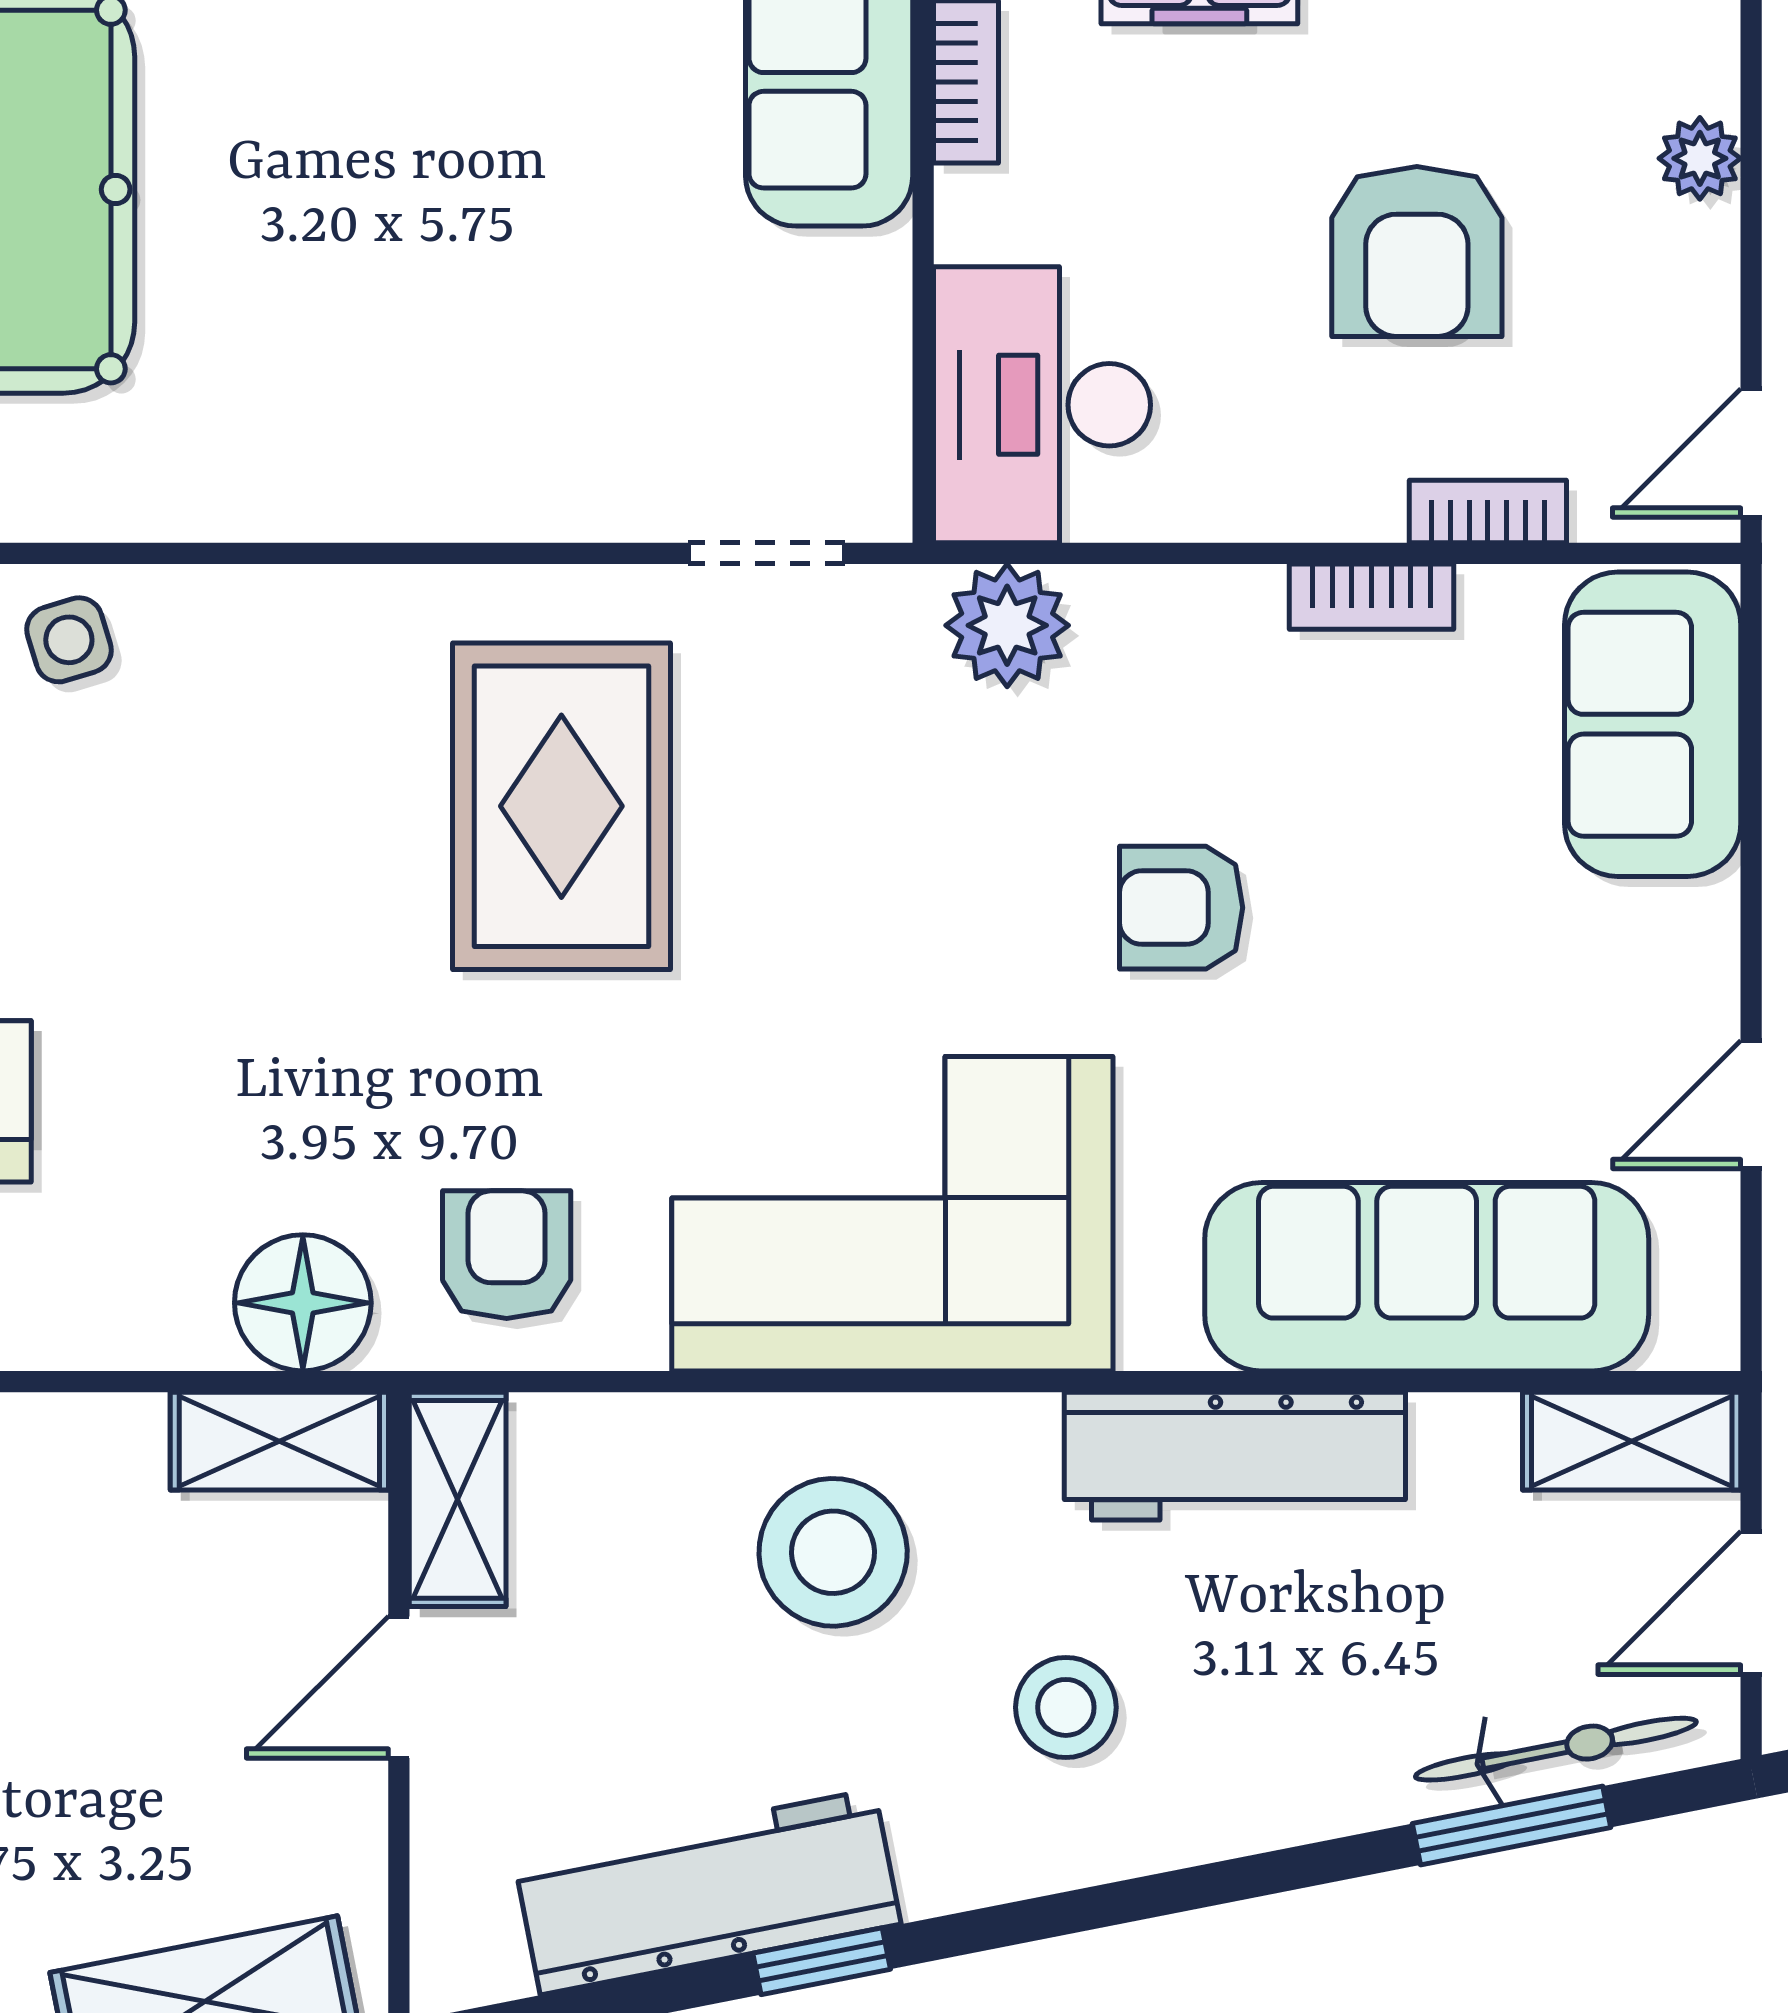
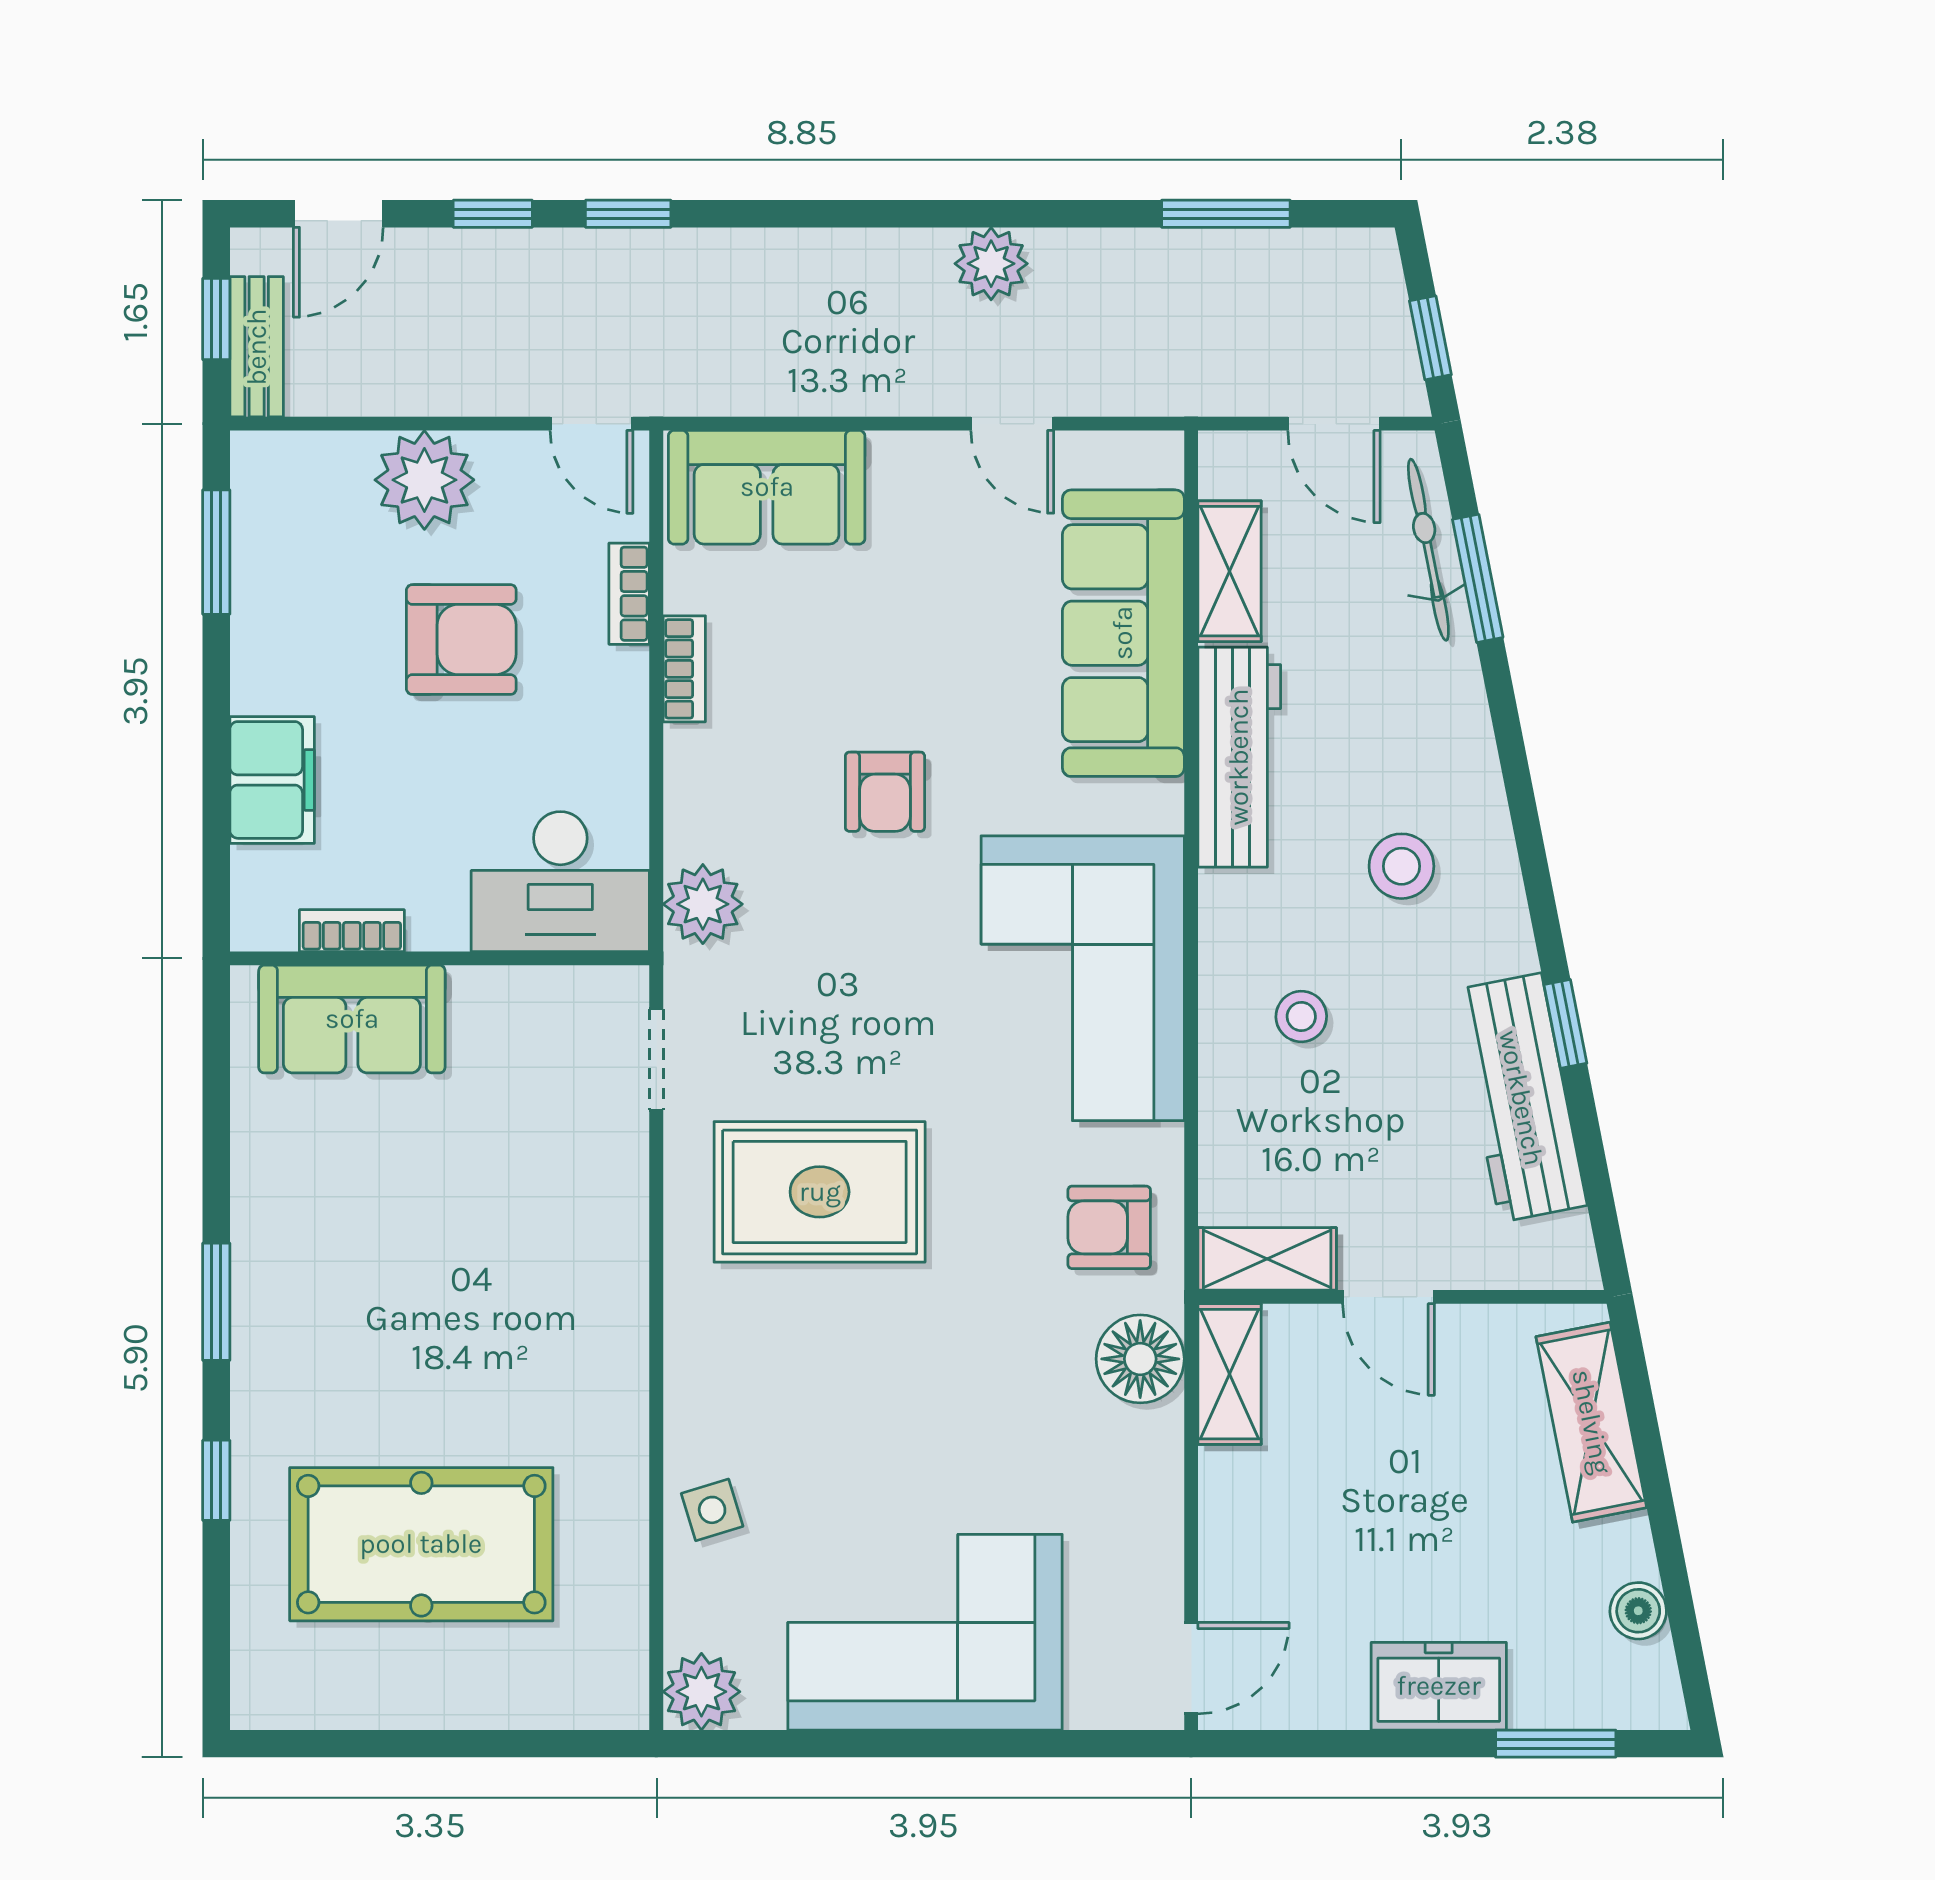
plant: (1700, 158) -> (424, 480), width x1.87, depth x1.87
shelving: (1632, 1441) -> (1229, 571), moved
stool: (833, 1552) -> (1301, 1017), width x0.53, depth x0.53

